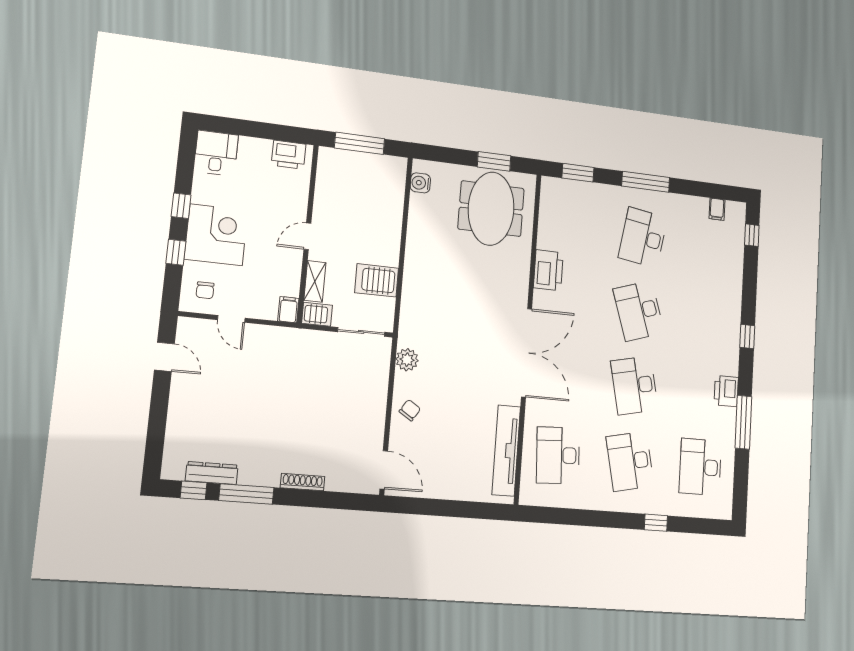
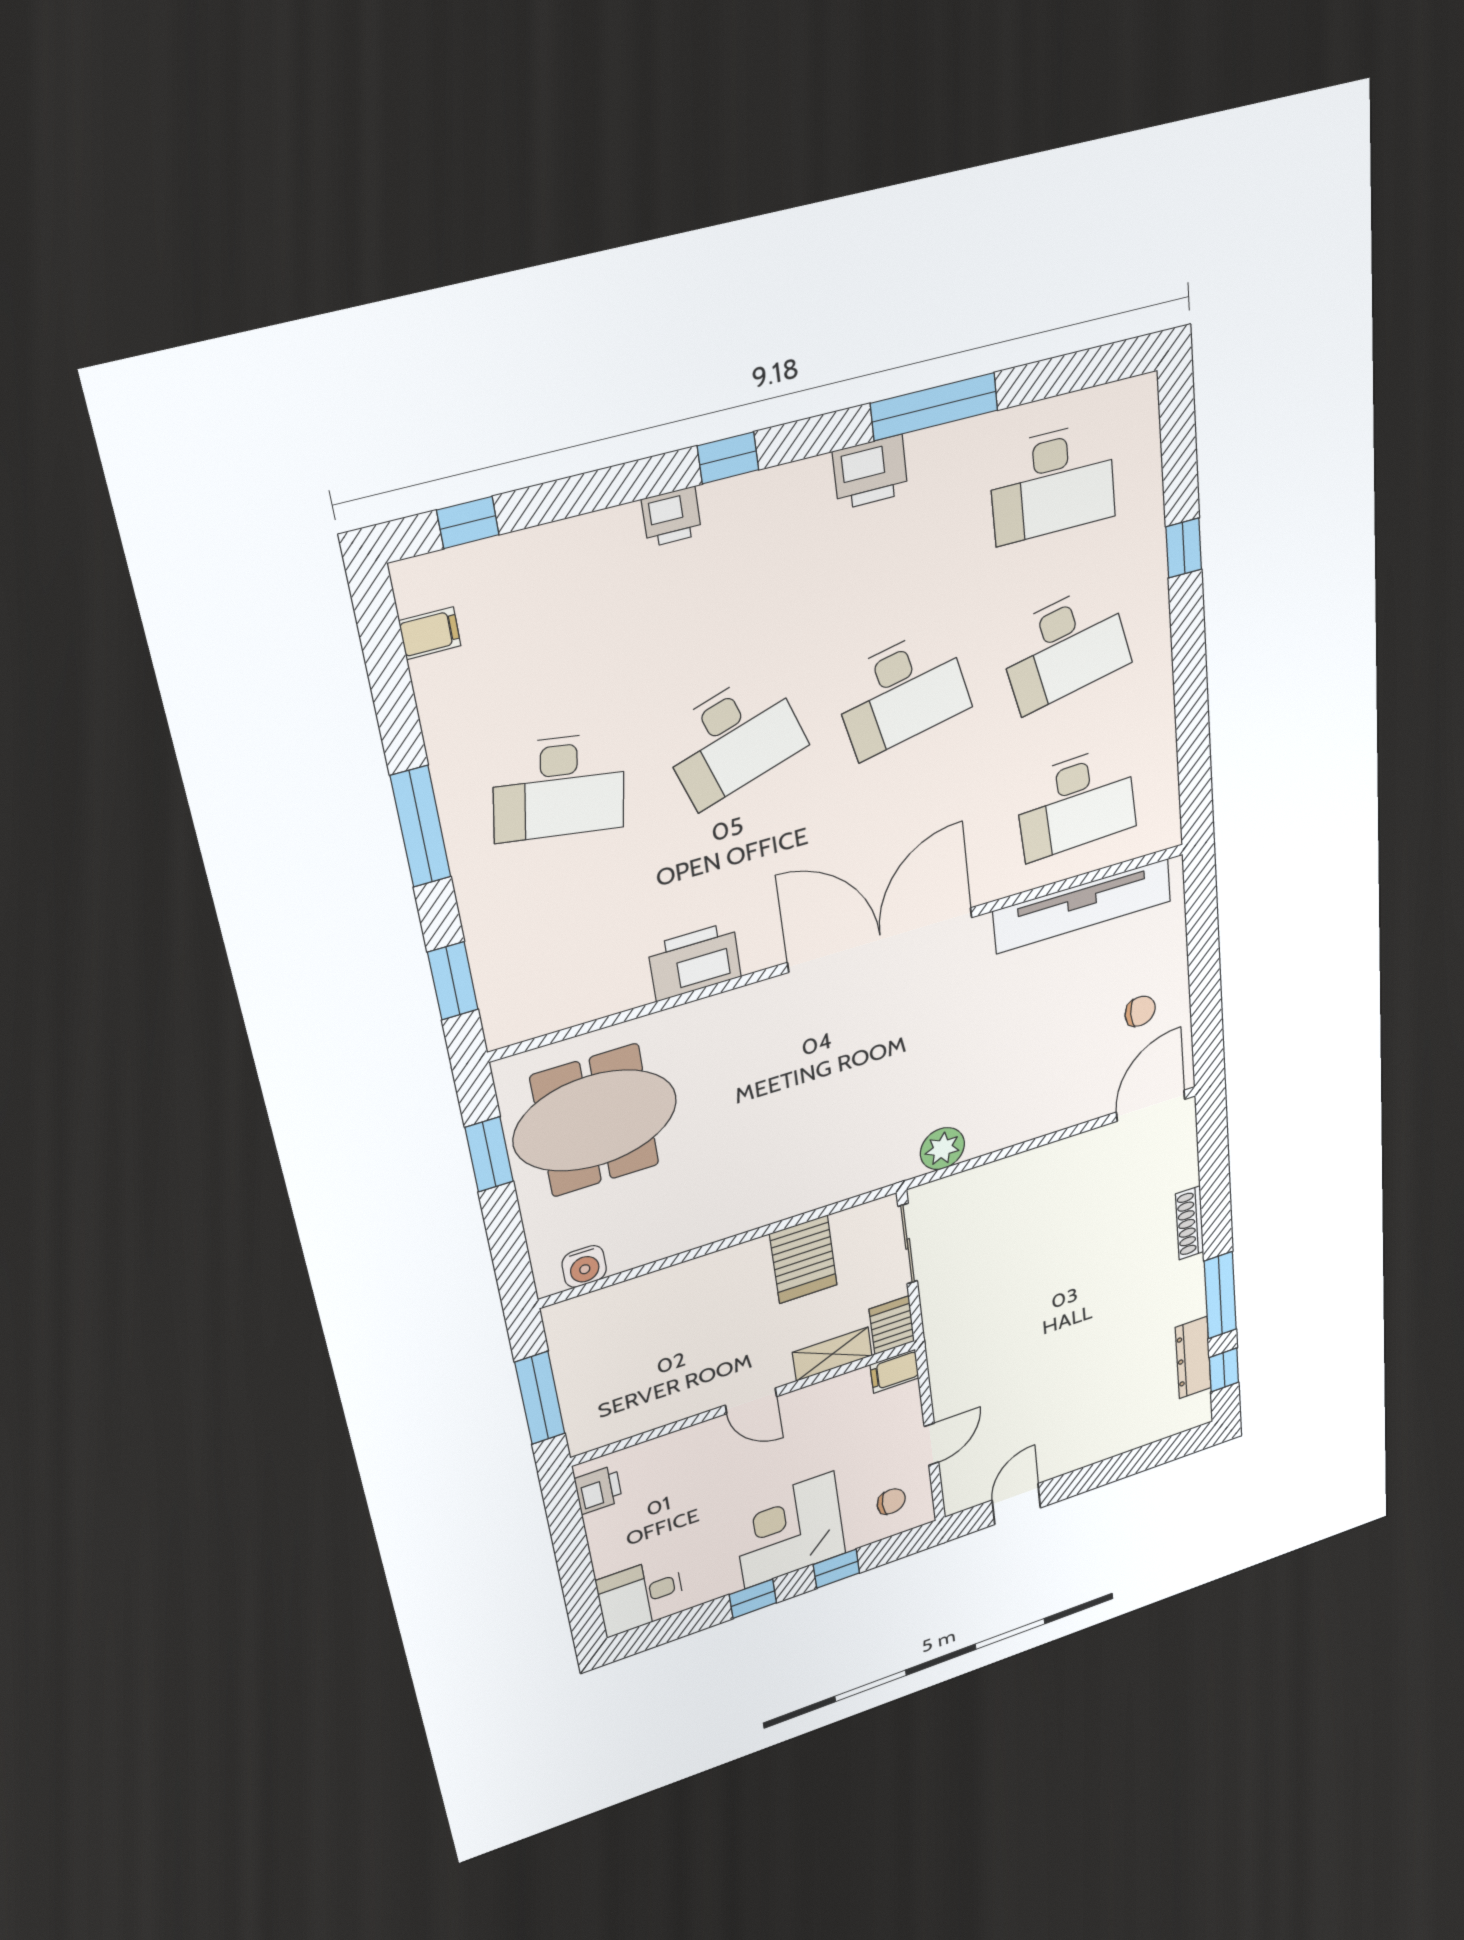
printer: (289, 155) -> (598, 1490), width x0.73, depth x0.81
printer: (732, 310) -> (672, 517), added
chair: (410, 410) -> (1140, 1011), moved, turned 147

